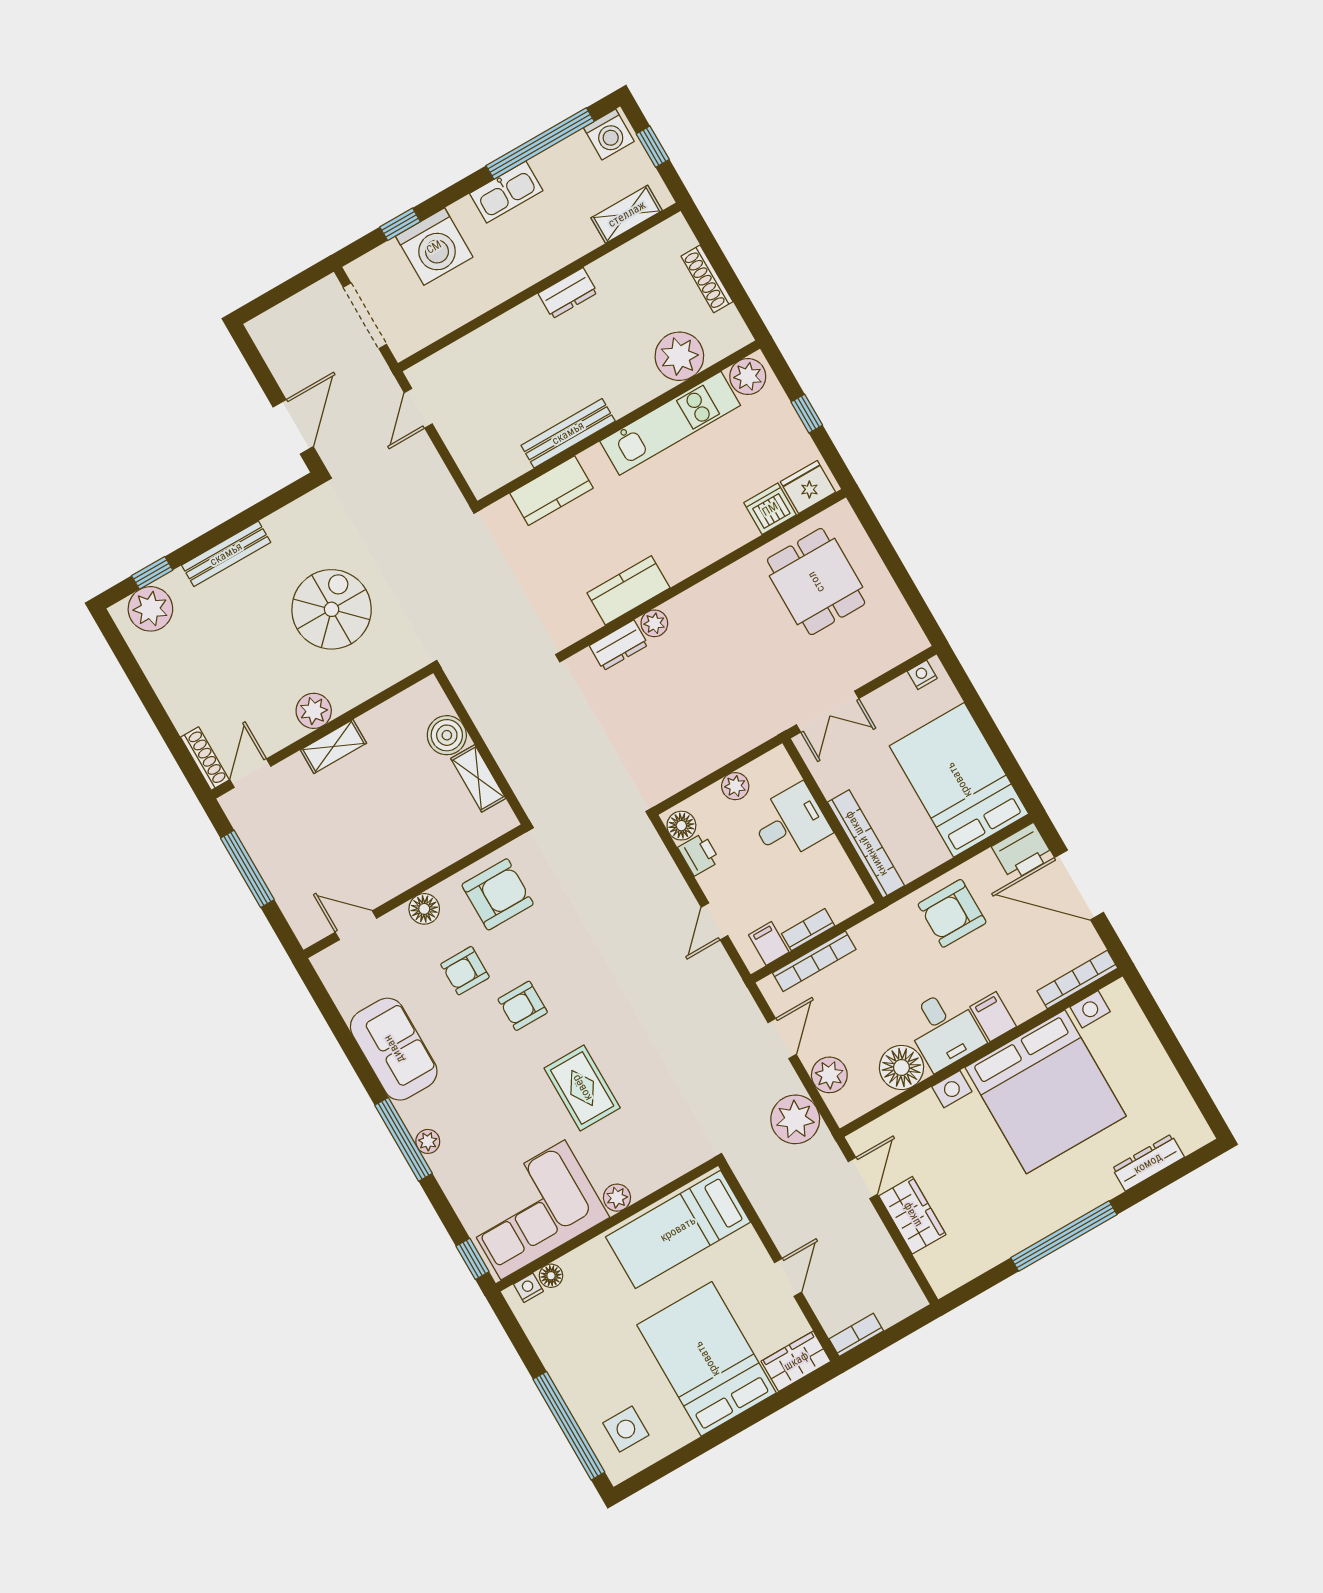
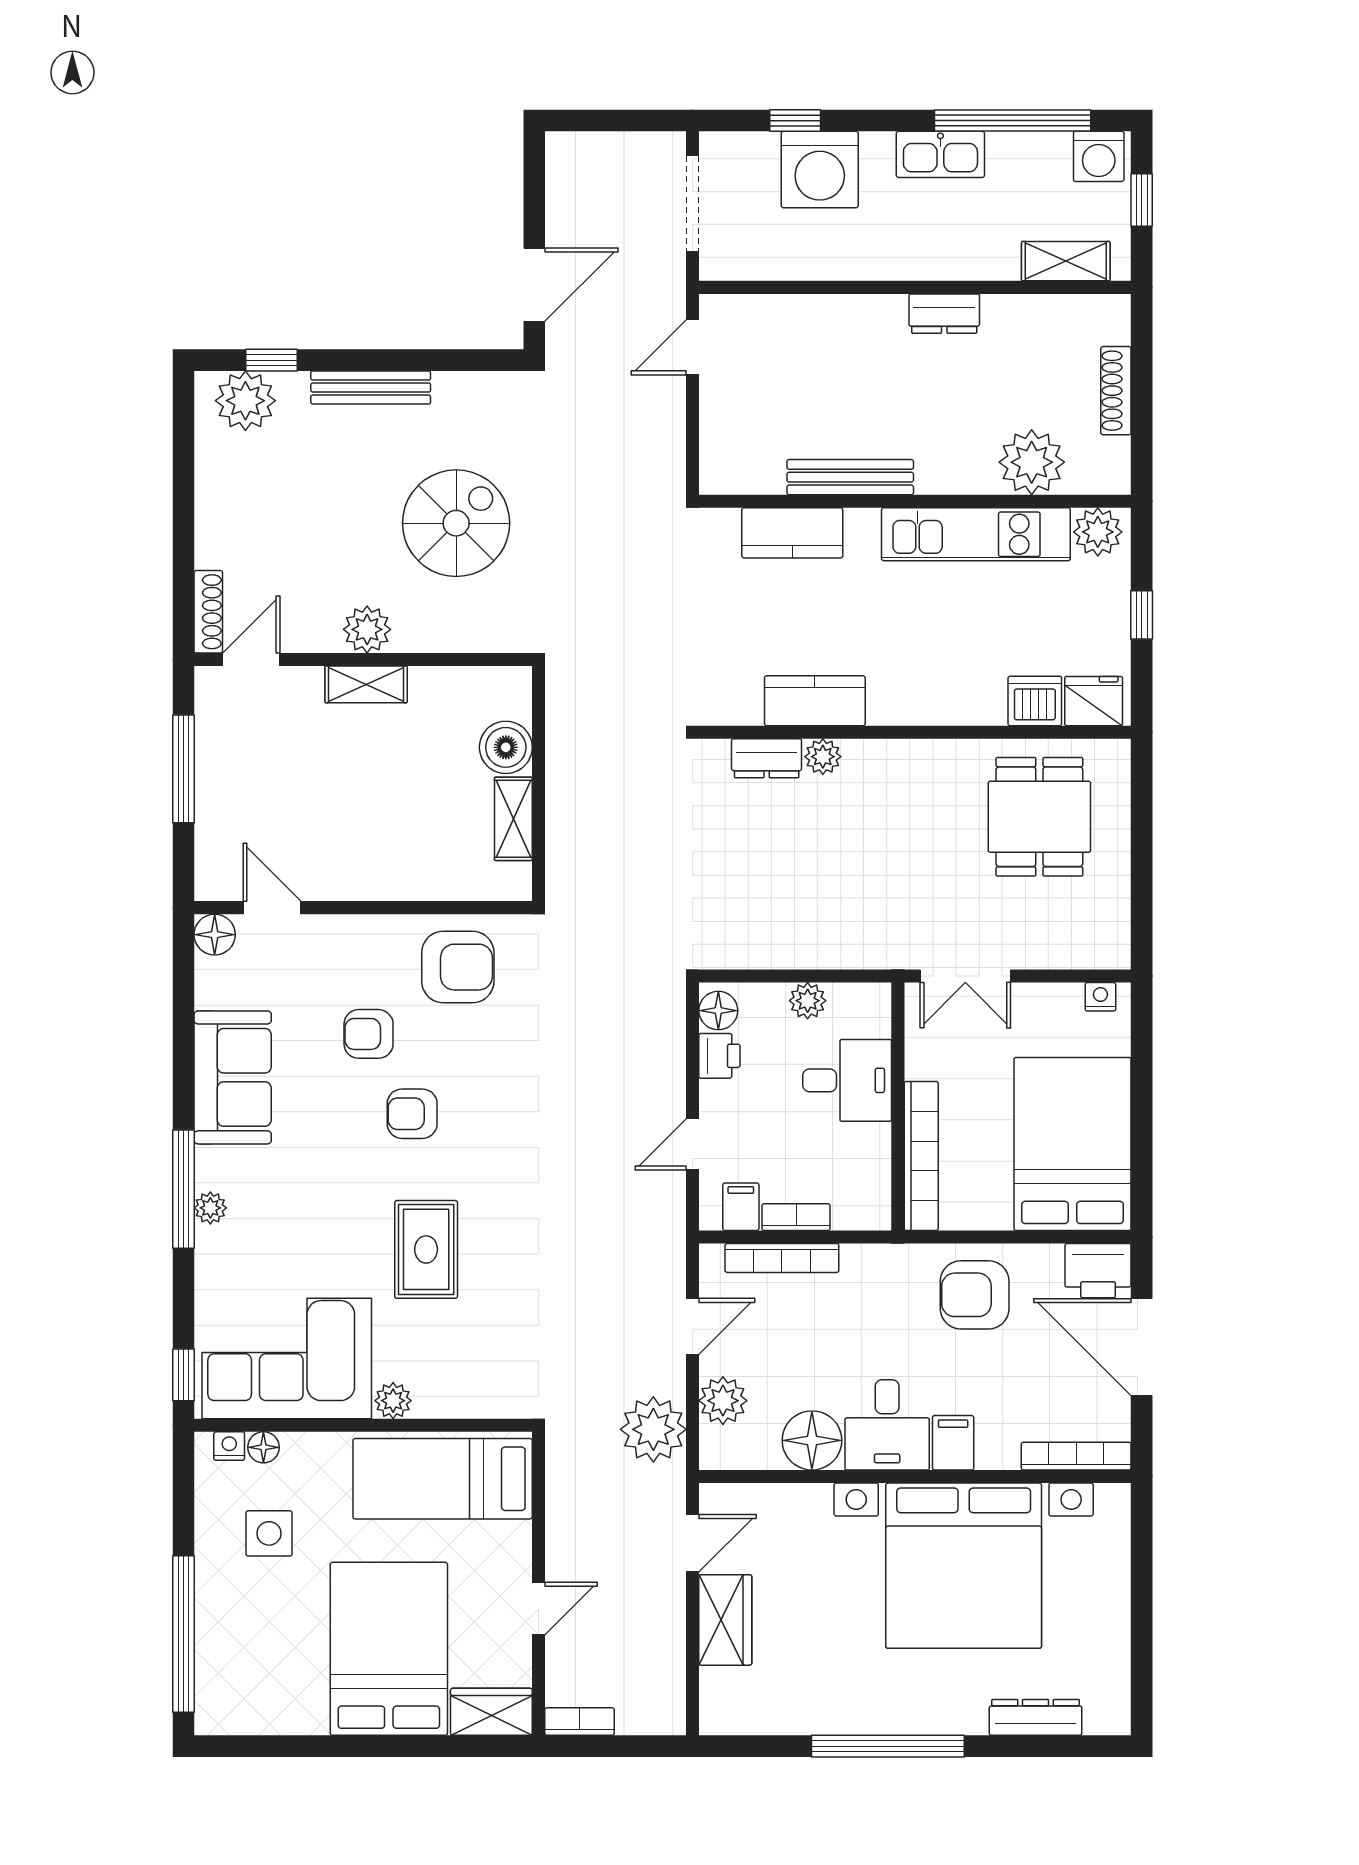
floor lamp: (424, 909) -> (215, 935), moved
side table: (626, 1429) -> (269, 1533), moved

